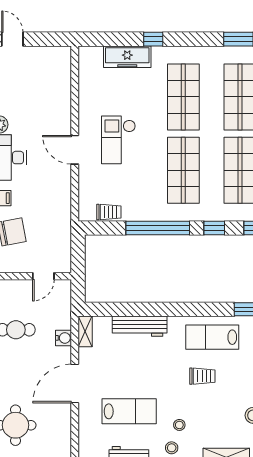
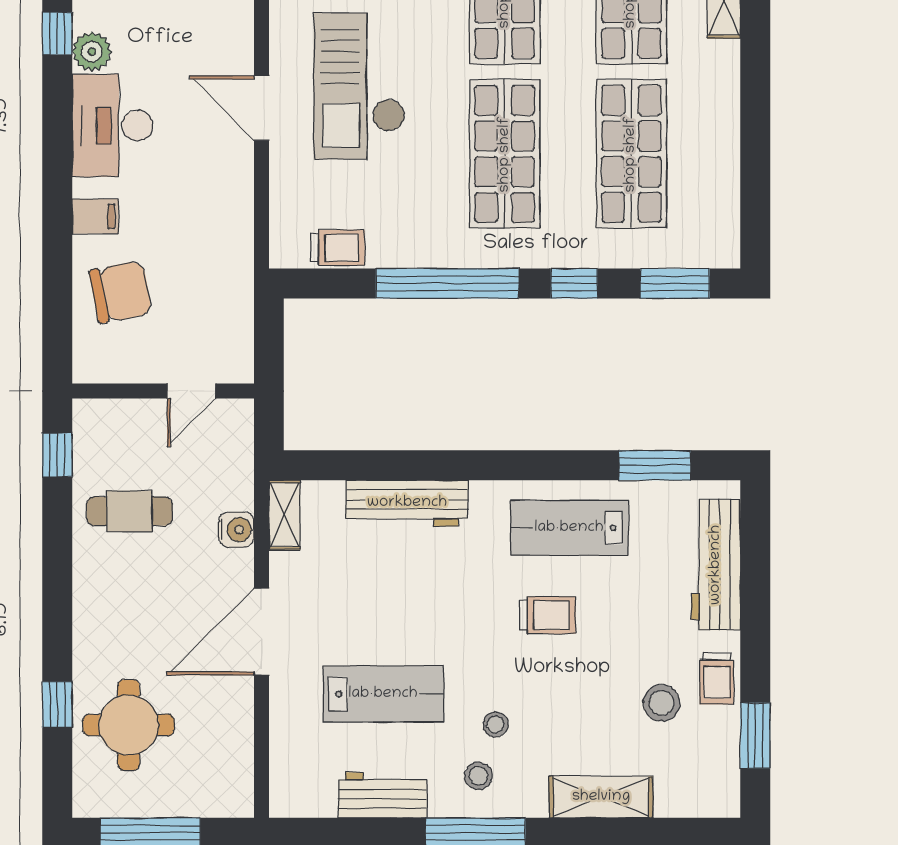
checkout: (119, 140) -> (359, 86), width x1.36, depth x1.21

